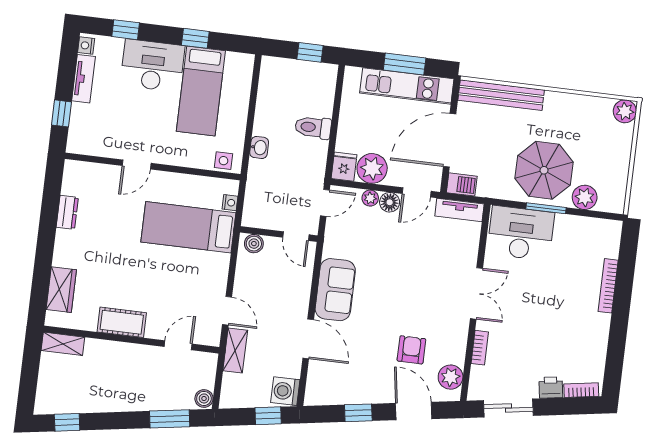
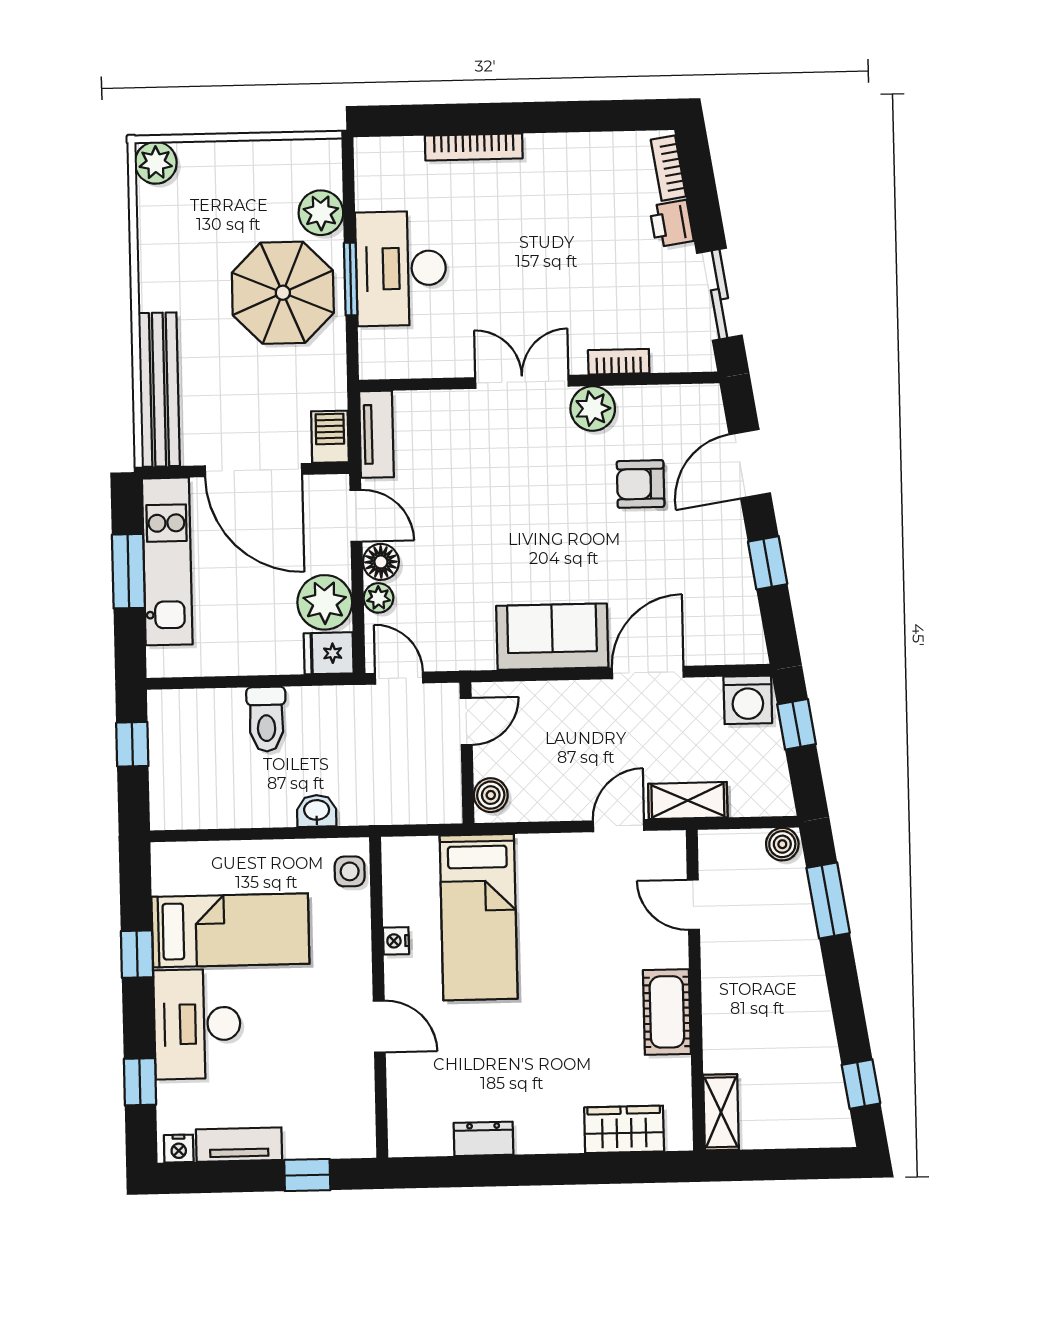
nightstand: (230, 203) -> (396, 941), moved, turned -90
desk: (521, 233) -> (401, 268), moved
plant: (451, 377) -> (593, 408), moved

